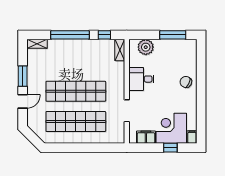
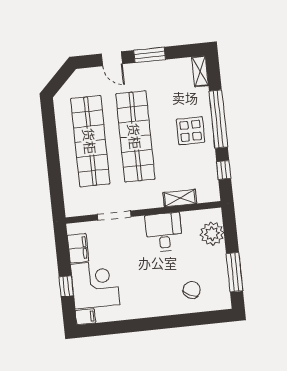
shelving: (120, 50) -> (180, 198), moved
display table: (76, 54) -> (191, 131), added
chair: (186, 82) -> (192, 290), moved

